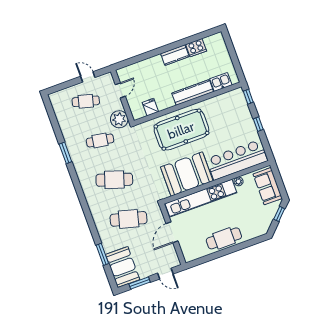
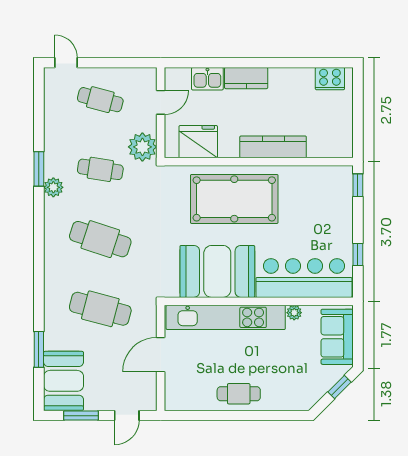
cooker: (196, 48) -> (330, 79), moved
kitchen counter: (175, 55) -> (246, 78), moved
door: (88, 77) -> (66, 63), moved
kitchen sink: (221, 82) -> (207, 79), moved, turned 180
fridge: (150, 107) -> (198, 142), width x1.88, depth x1.34
window: (258, 124) -> (358, 255), moved
plant: (77, 160) -> (53, 187), added
cafe table: (224, 238) -> (239, 394), width x0.73, depth x0.74
door: (165, 274) -> (127, 416), hinge flipped

